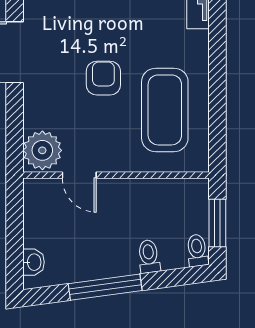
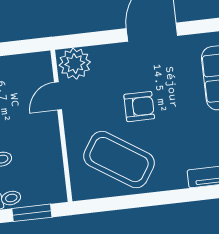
coffee table: (165, 110) -> (119, 160), turned 33

